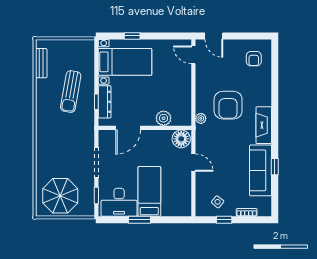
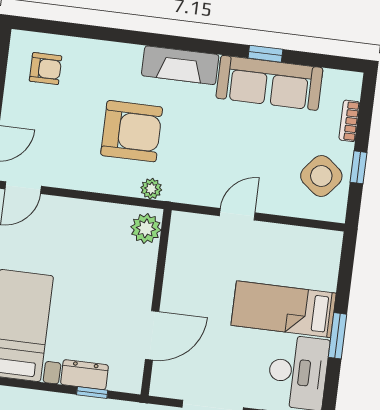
dresser: (105, 102) -> (85, 375), width x0.70
plant: (163, 118) -> (146, 228), moved
door: (128, 128) -> (152, 335), hinge flipped
floor lamp: (181, 139) -> (187, 233), removed
side table: (218, 202) -> (321, 176), width x1.87, depth x1.87

